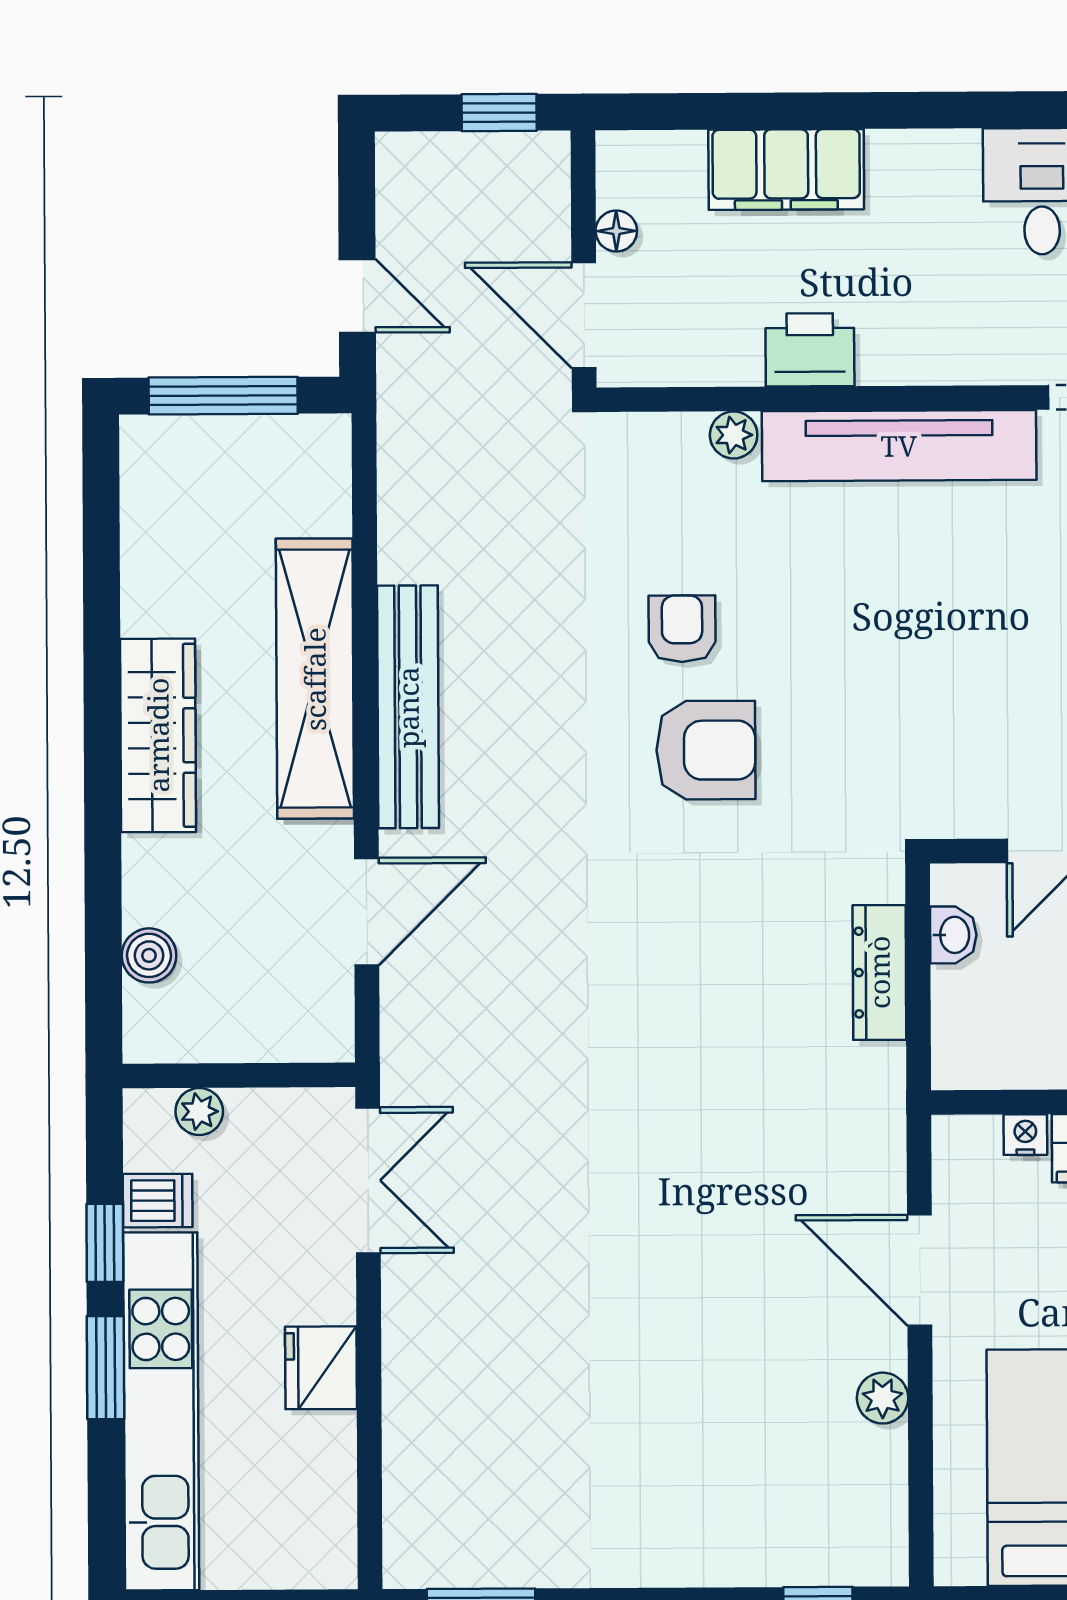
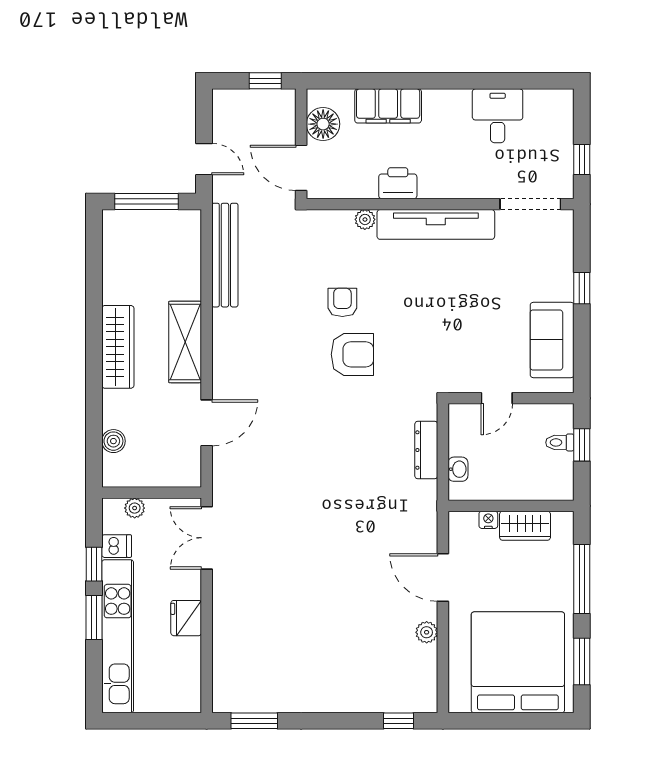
floor lamp: (616, 231) -> (323, 124), width x1.89, depth x1.89
shelving: (315, 679) -> (185, 342), width x0.68
bench: (408, 707) -> (225, 255), moved
washbasin: (953, 935) -> (458, 469), moved
double door: (368, 1180) -> (207, 538), swing flipped

